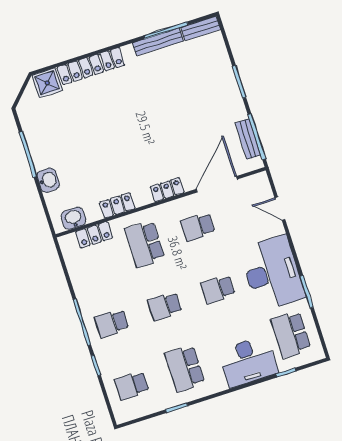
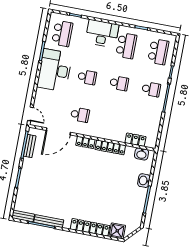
locker: (117, 205) -> (110, 147), width x1.53
door: (280, 209) -> (30, 114), moved
school desk: (145, 244) -> (112, 121), removed
desk: (248, 362) -> (102, 33), moved
school desk: (132, 386) -> (158, 52), width x1.85

